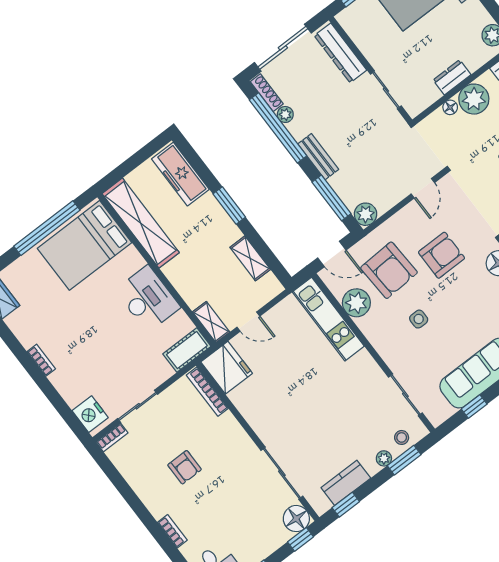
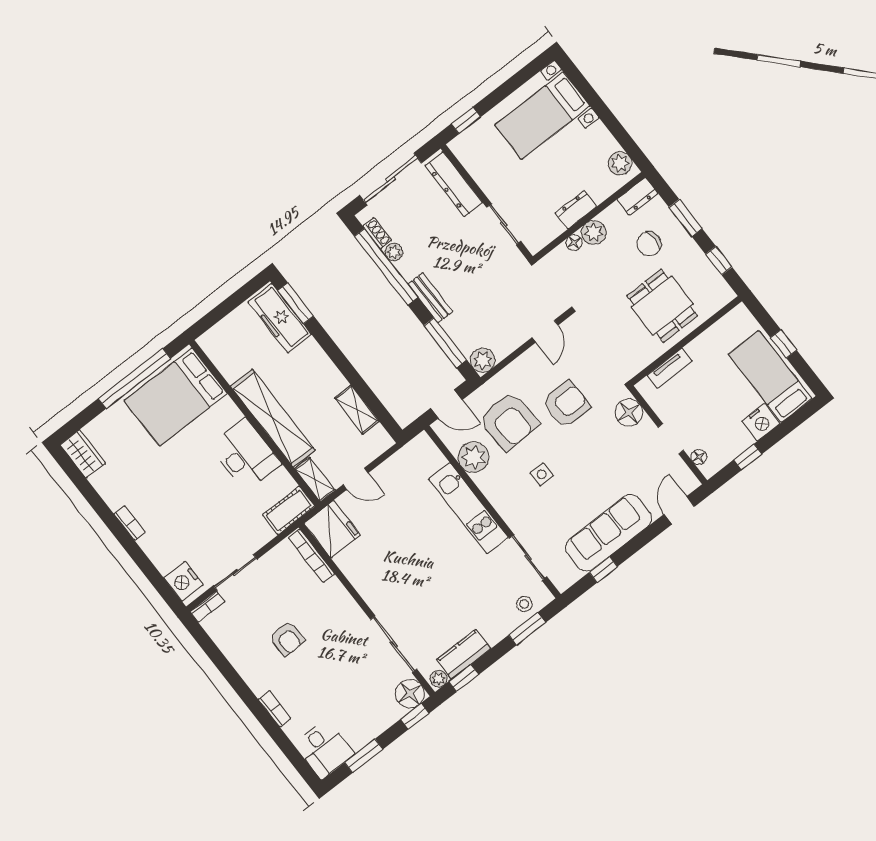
shoe rack: (267, 93) -> (377, 233), width x0.70
plant: (474, 99) -> (594, 233), width x0.73, depth x0.73
window: (229, 206) -> (296, 303), moved
shelving: (141, 223) -> (273, 418), moved
kitchen unit: (328, 319) -> (468, 508), moved
plant: (384, 458) -> (439, 679), moved

